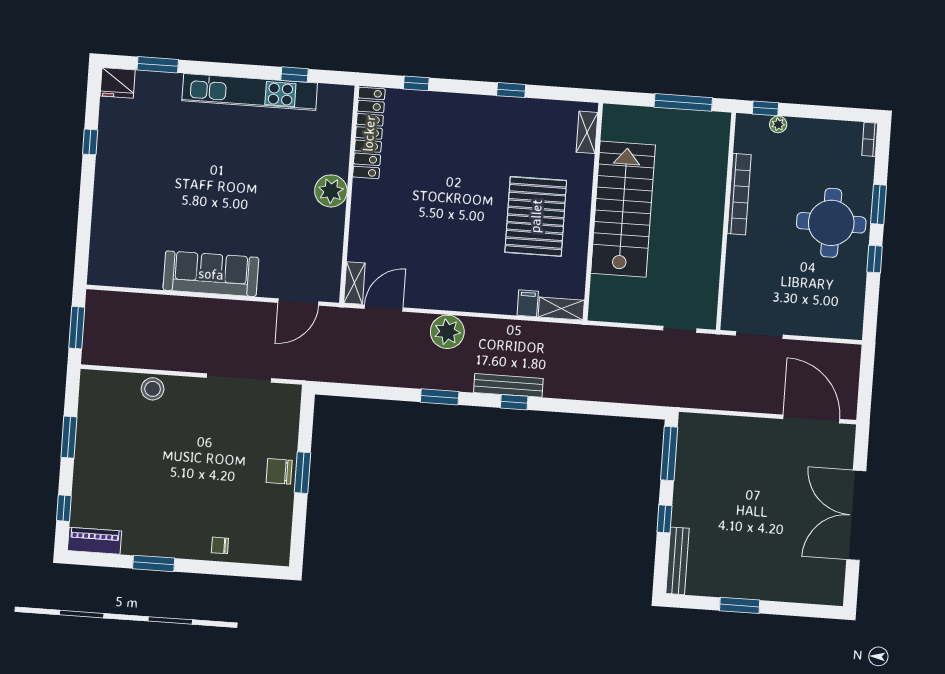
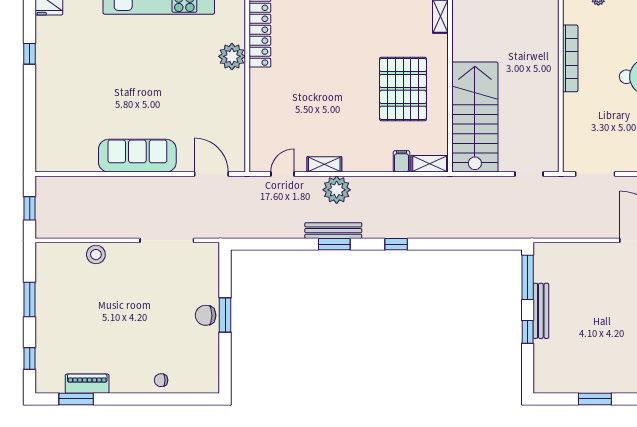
plant: (331, 191) -> (232, 56), moved
stairs: (623, 209) -> (475, 117), moved
shelving: (354, 283) -> (324, 164), moved, turned 90
door: (298, 302) -> (211, 174), swing flipped
door: (384, 308) -> (282, 174), width x0.73
window: (77, 328) -> (30, 208), width x0.67
bench: (508, 385) -> (333, 231), moved
piano: (94, 541) -> (87, 384), moved
bench: (677, 561) -> (541, 311), moved
window: (154, 563) -> (76, 399), moved

